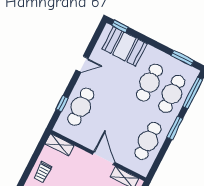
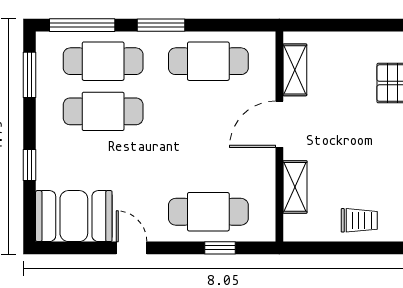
window: (120, 26) -> (30, 165), moved
booth: (125, 46) -> (74, 216), moved, turned 90
shelving: (59, 145) -> (295, 187), moved

